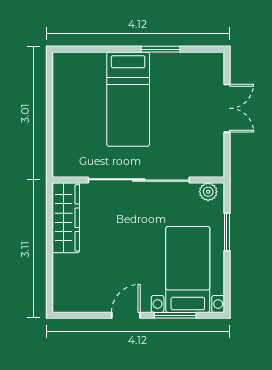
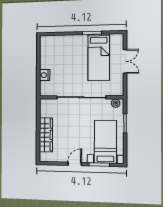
bed: (128, 99) -> (99, 57), moved
nightstand: (63, 134) -> (45, 75), added
wardrobe: (66, 218) -> (46, 135), moved

